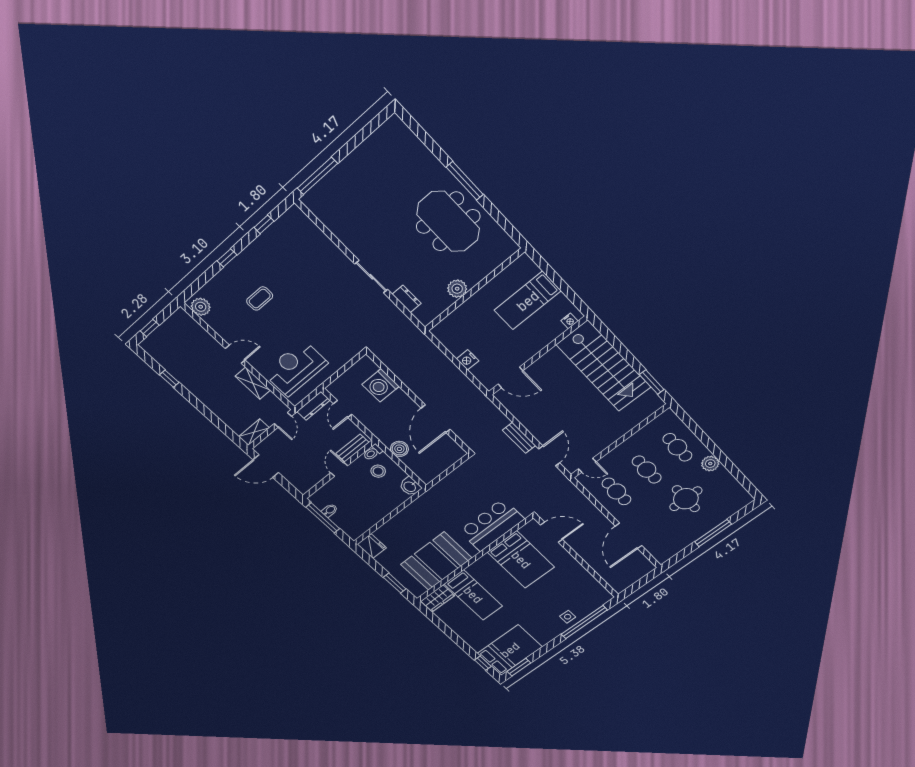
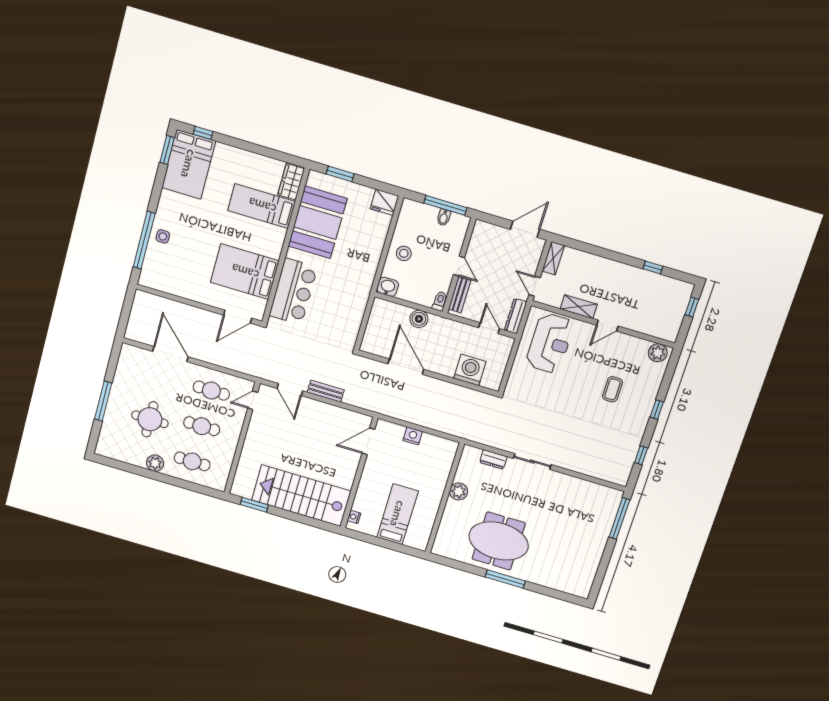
stool: (378, 471) -> (404, 253), moved

